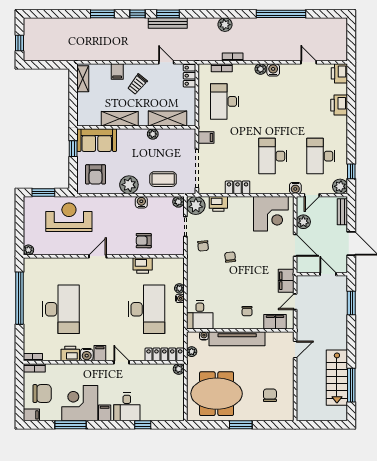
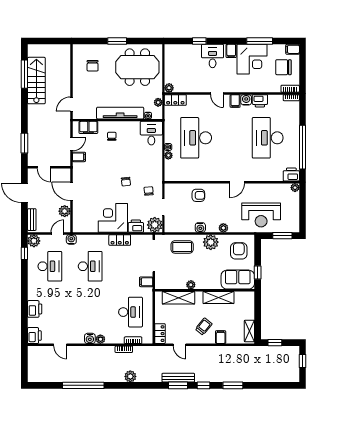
window: (52, 65) -> (275, 343), added
plant: (178, 202) -> (223, 228), moved
corner desk: (271, 214) -> (113, 218), moved
printer: (143, 265) -> (291, 175), moved
filing cabinet: (286, 281) -> (79, 157), width x0.50
locker: (164, 354) -> (175, 100), width x0.66

